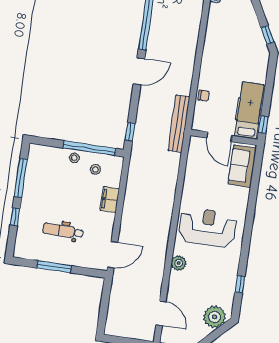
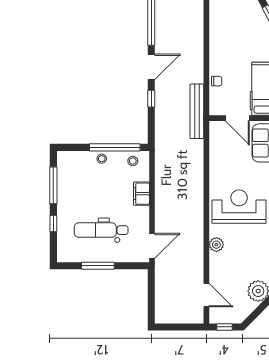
window: (130, 132) -> (151, 99), moved
stool: (95, 169) -> (133, 161), moved
dental chair: (63, 231) -> (101, 230), width x1.36, depth x1.38

